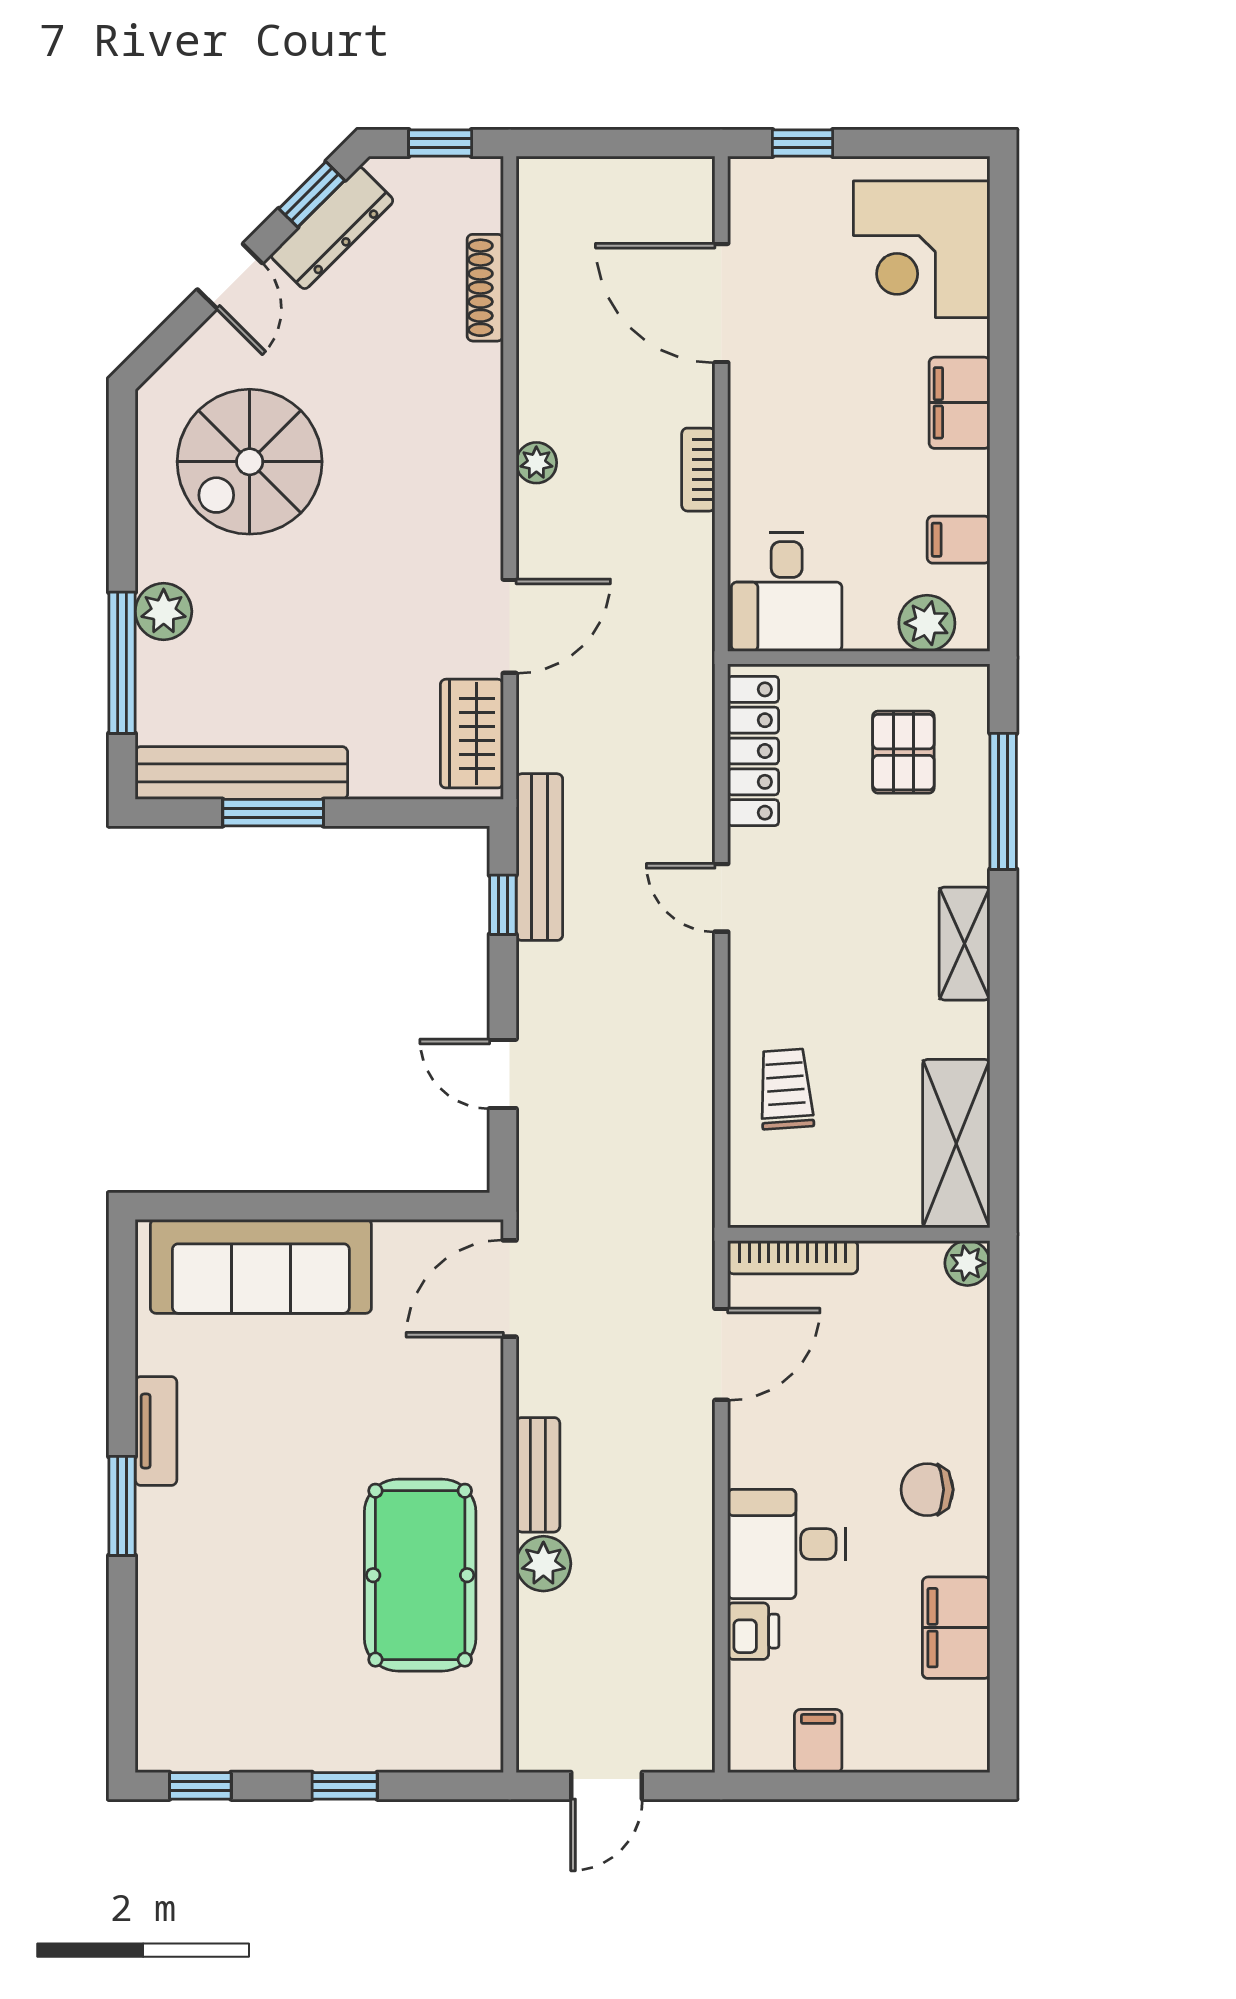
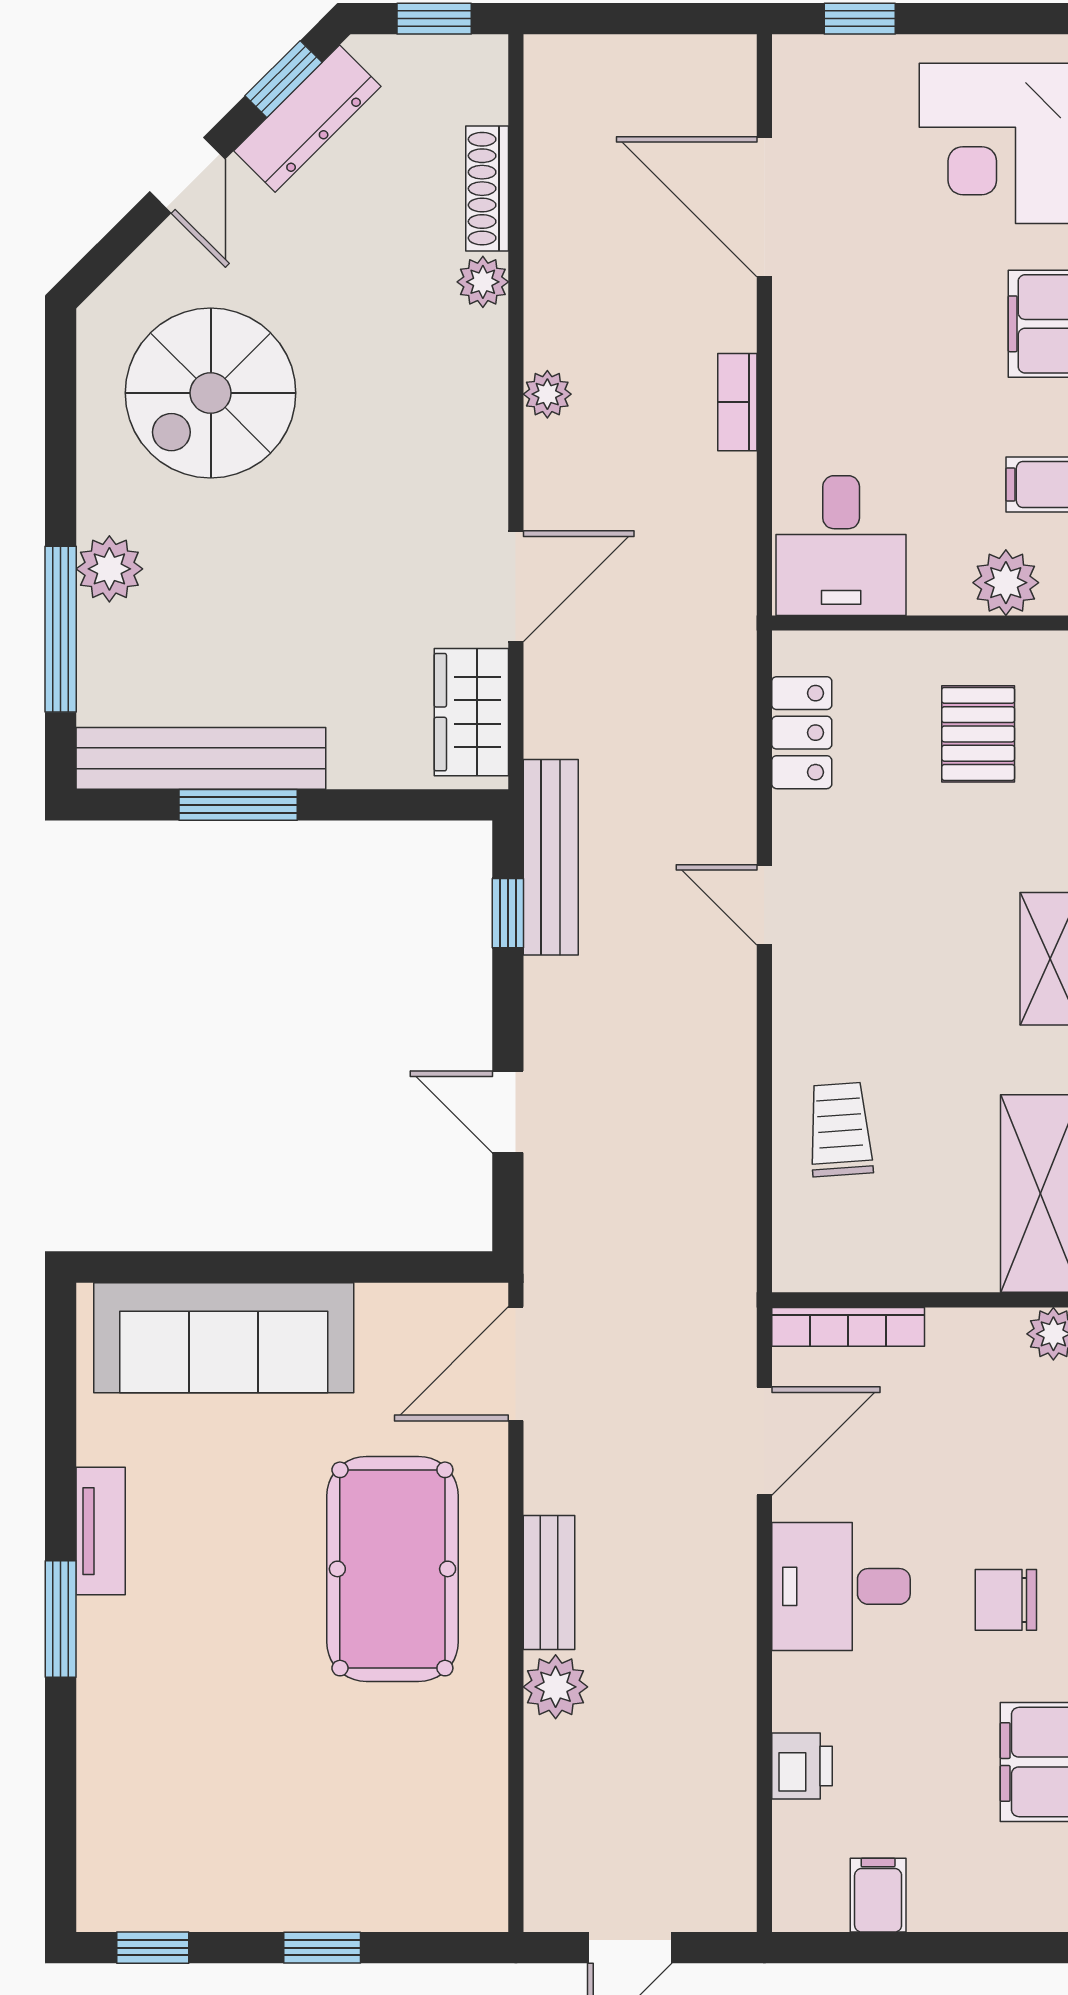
plant: (481, 367) -> (483, 282), added
locker: (753, 751) -> (802, 733), width x0.66
desk: (787, 1544) -> (841, 1586), moved
pool table: (420, 1575) -> (392, 1569), moved

